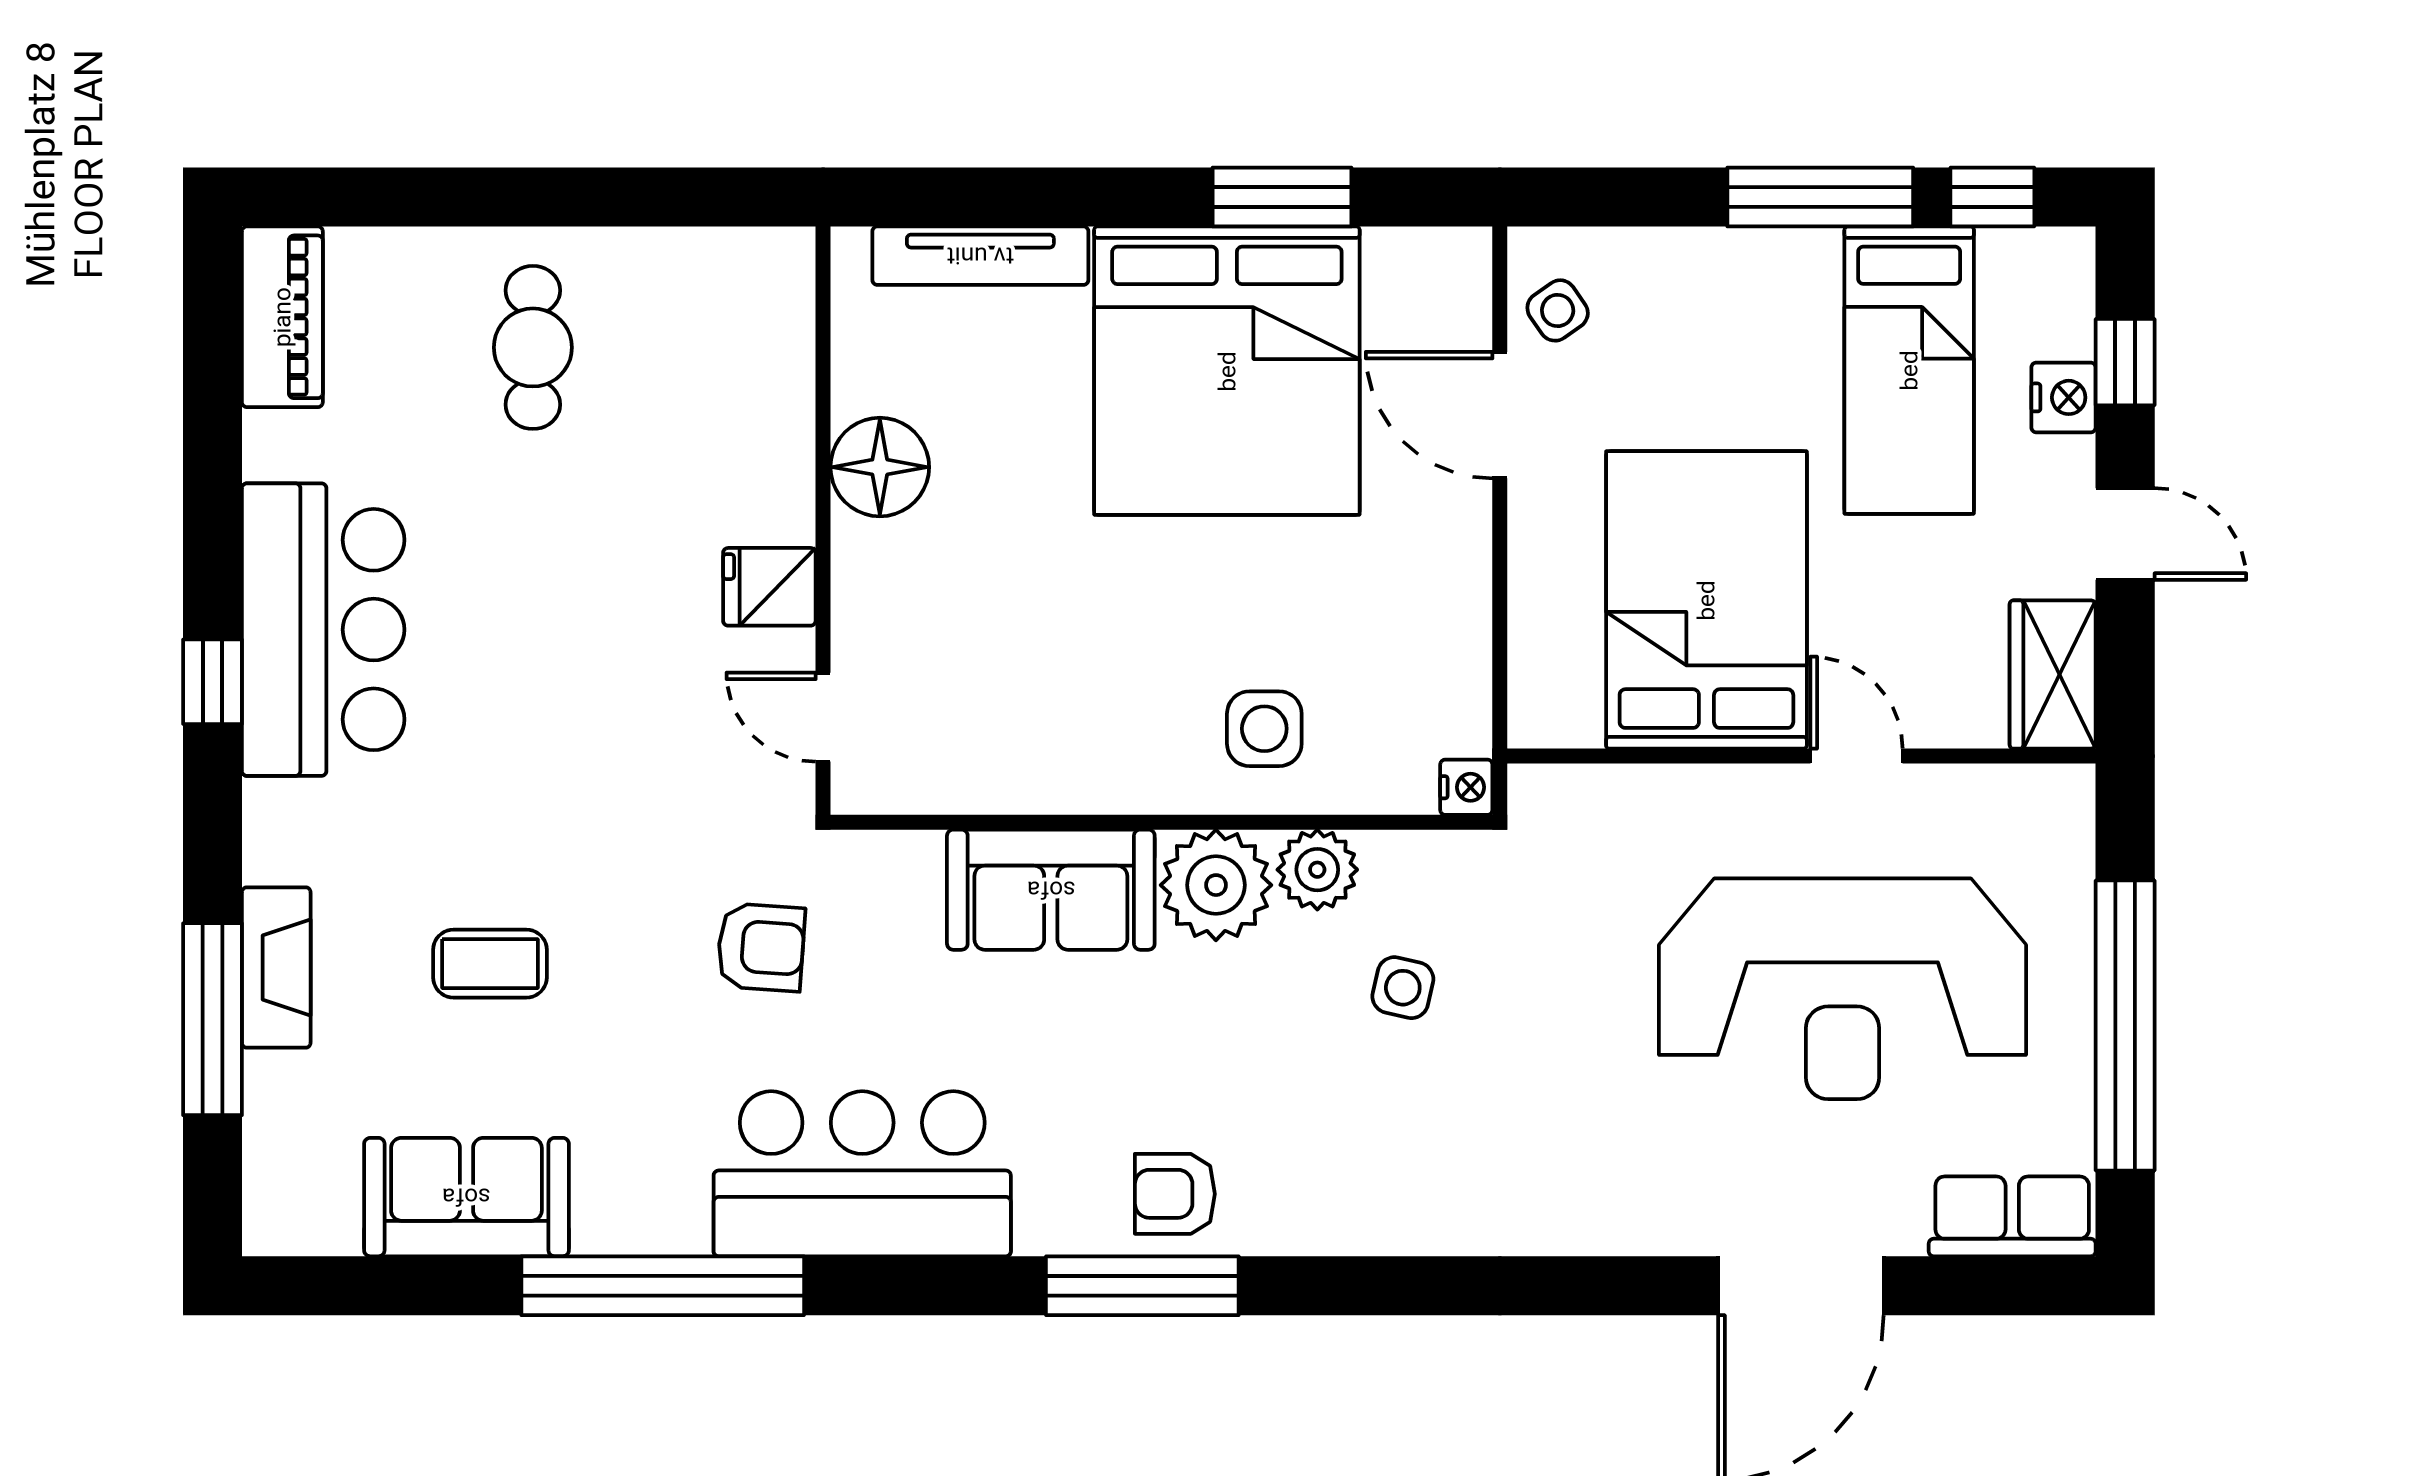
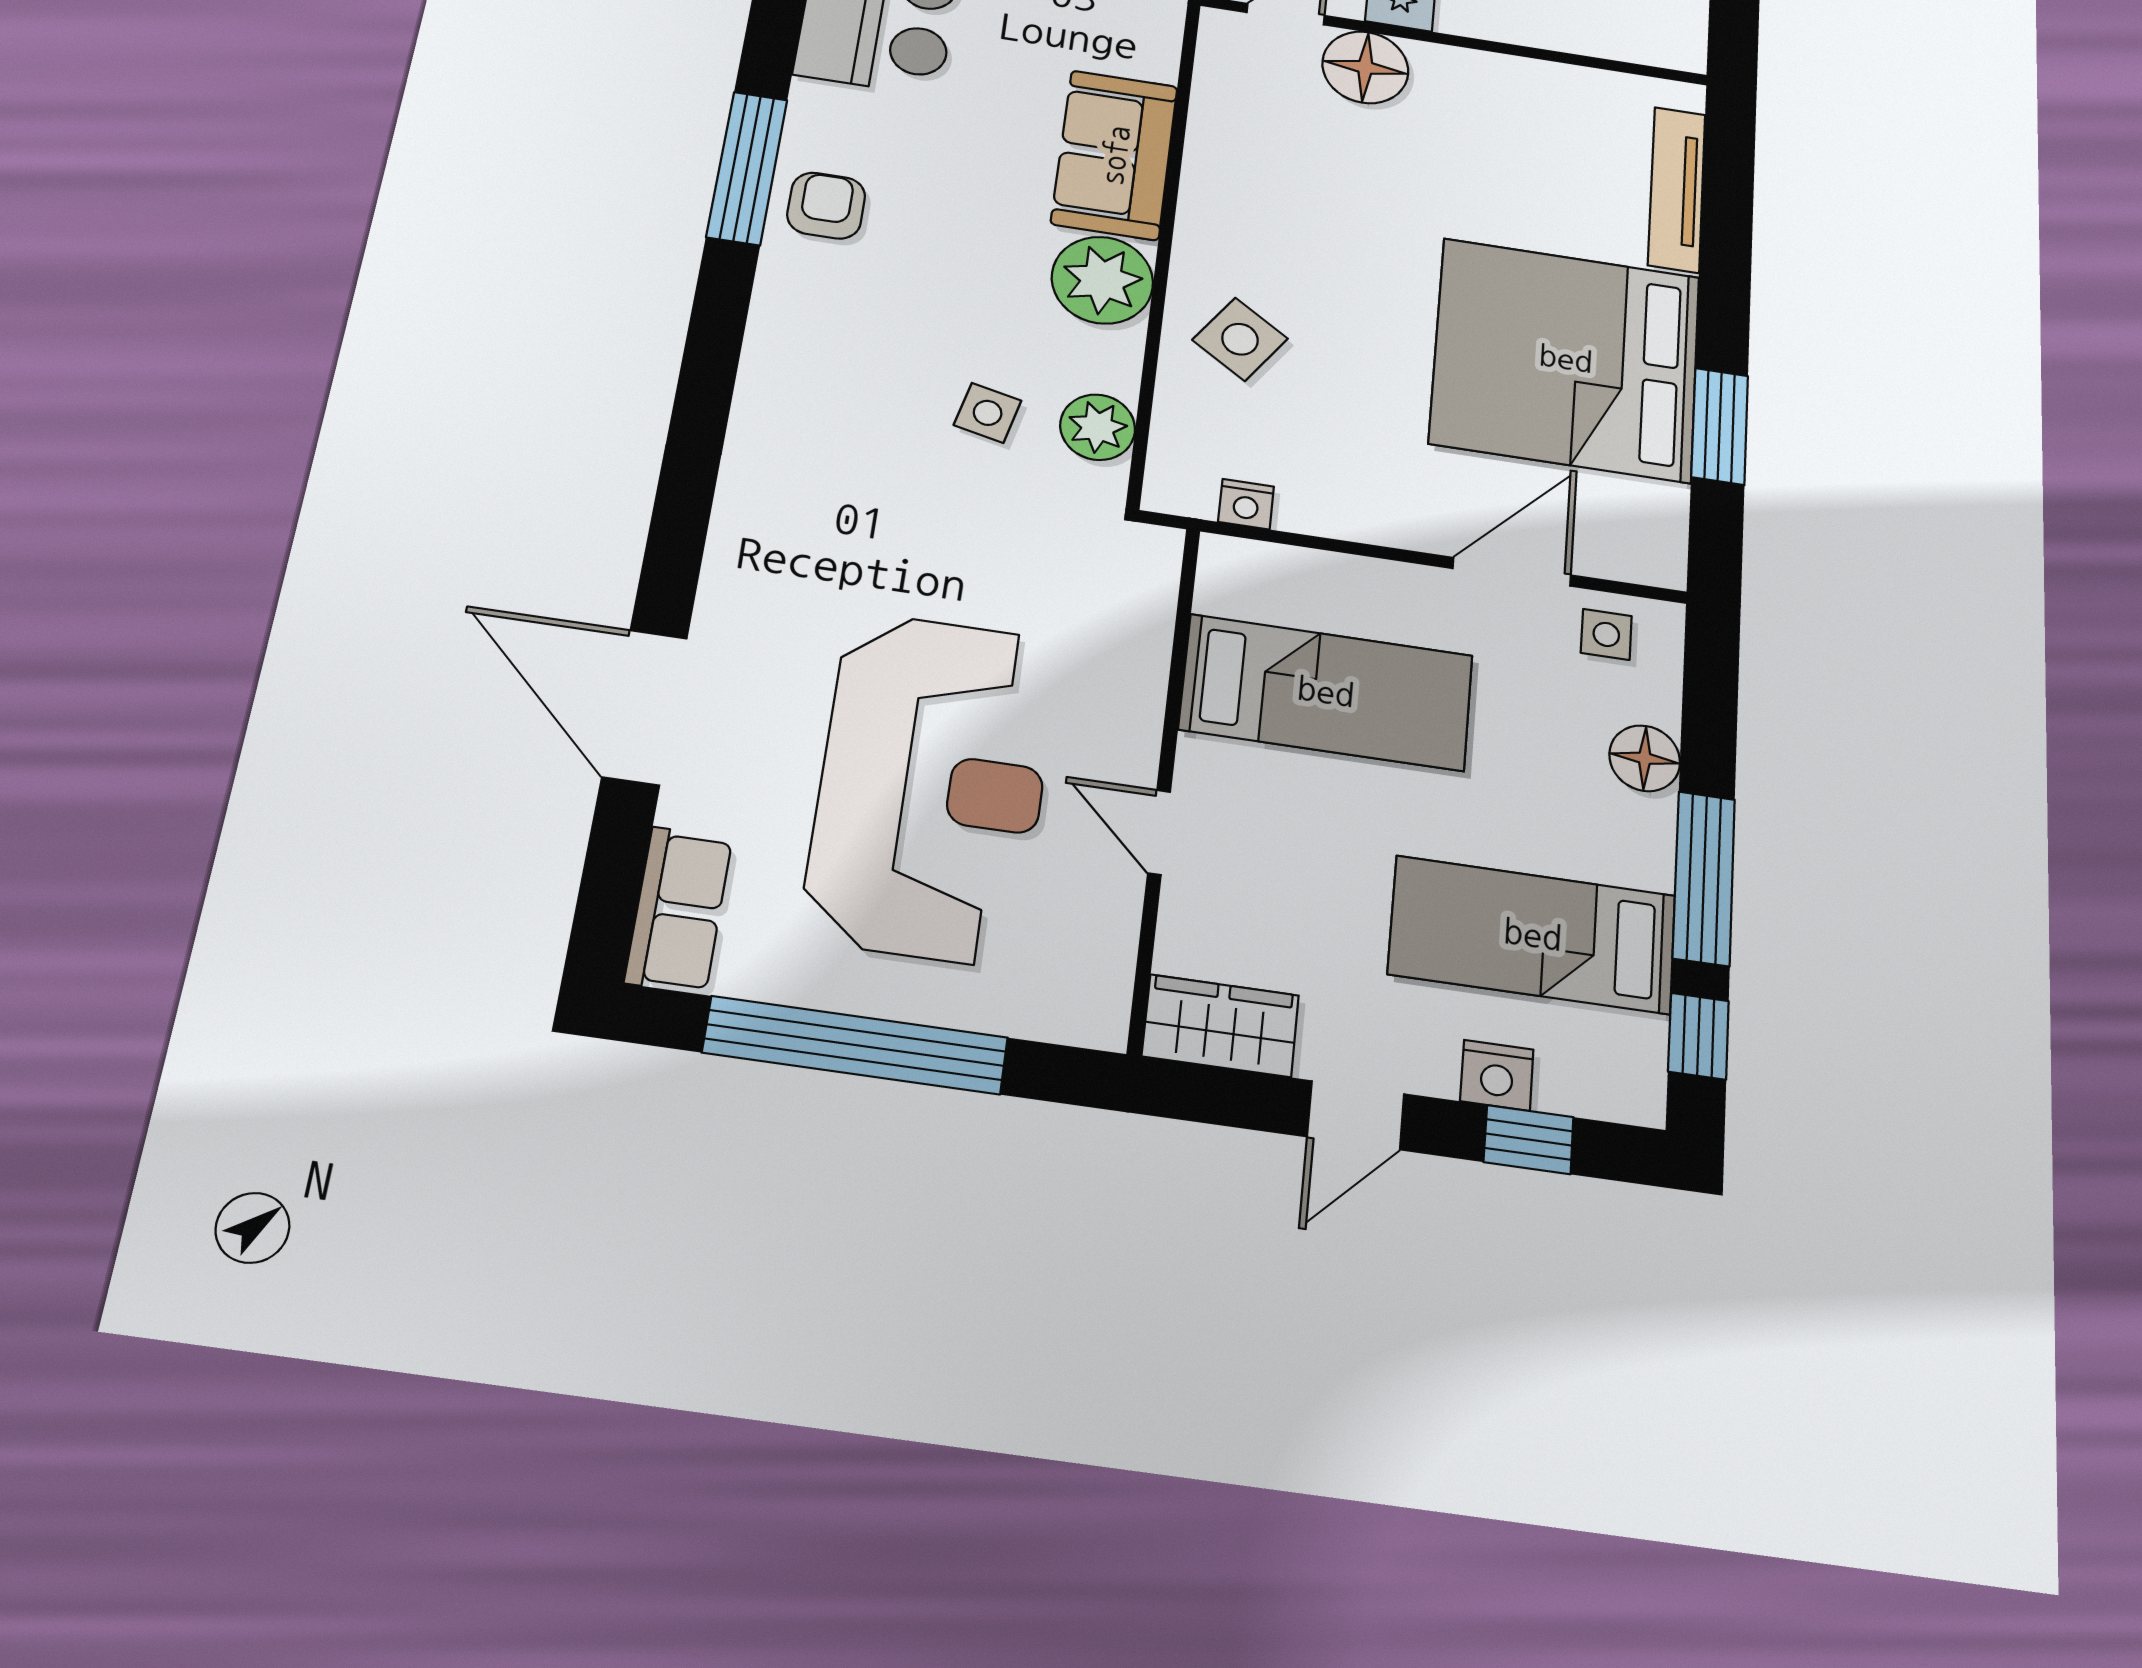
floor lamp: (1695, 264) -> (1645, 758), added
side table: (1558, 310) -> (1606, 634), turned 35
floor lamp: (880, 467) -> (1365, 67), moved
bed: (1706, 600) -> (1326, 692), width x0.67
side table: (1264, 729) -> (1240, 339), turned 34
door: (1857, 756) -> (1159, 832), swing flipped
nightstand: (1466, 787) -> (1246, 504), moved
plant: (1317, 870) -> (1098, 427), moved
reception desk: (1843, 989) -> (932, 787), turned 180

